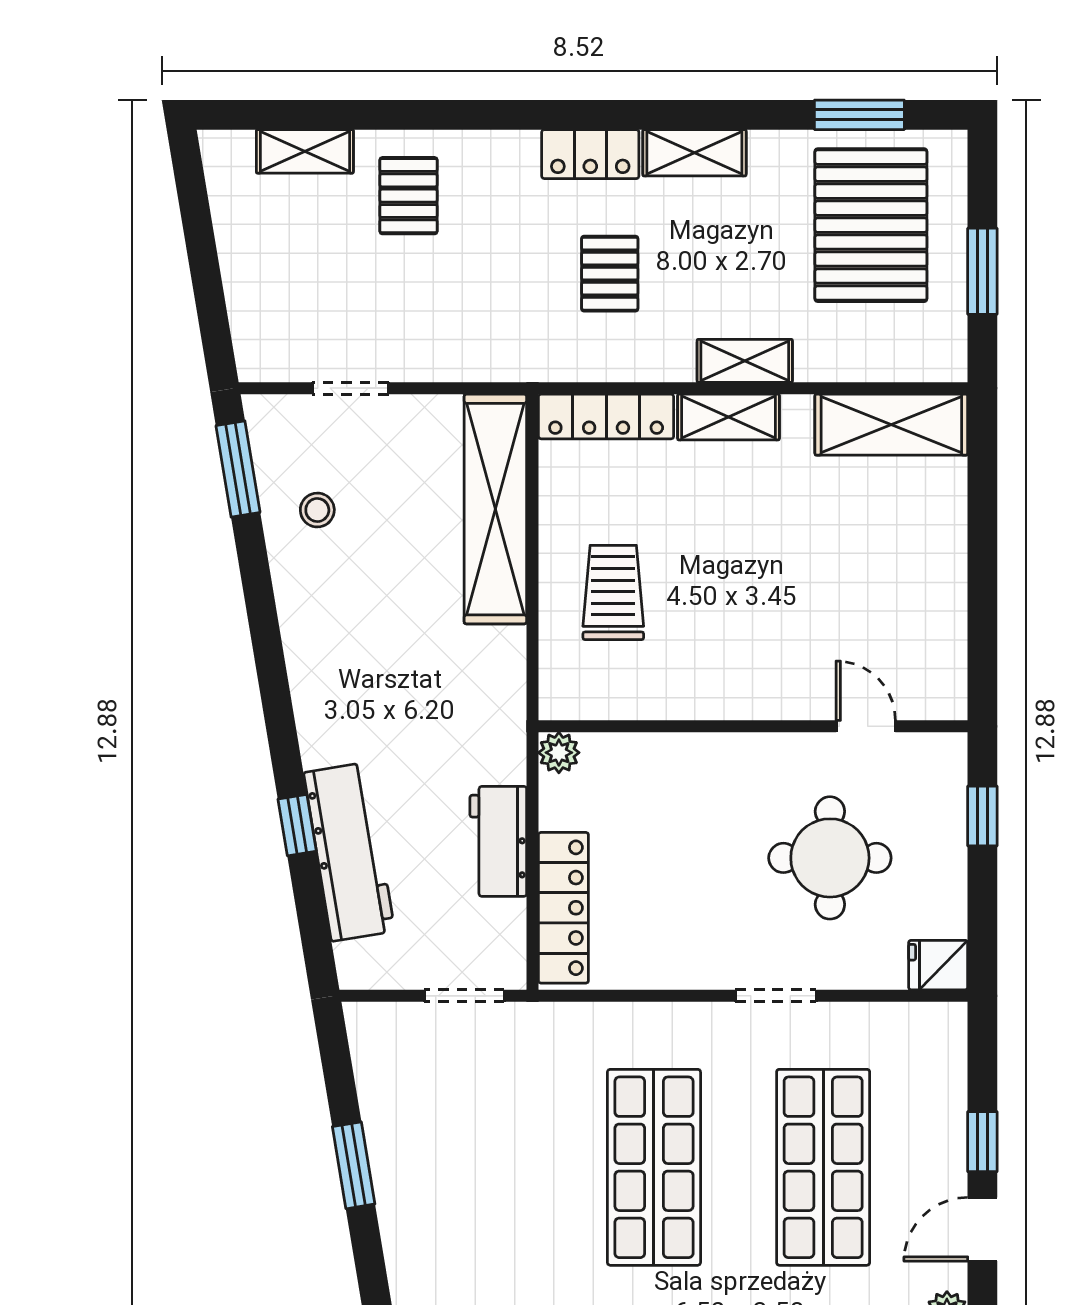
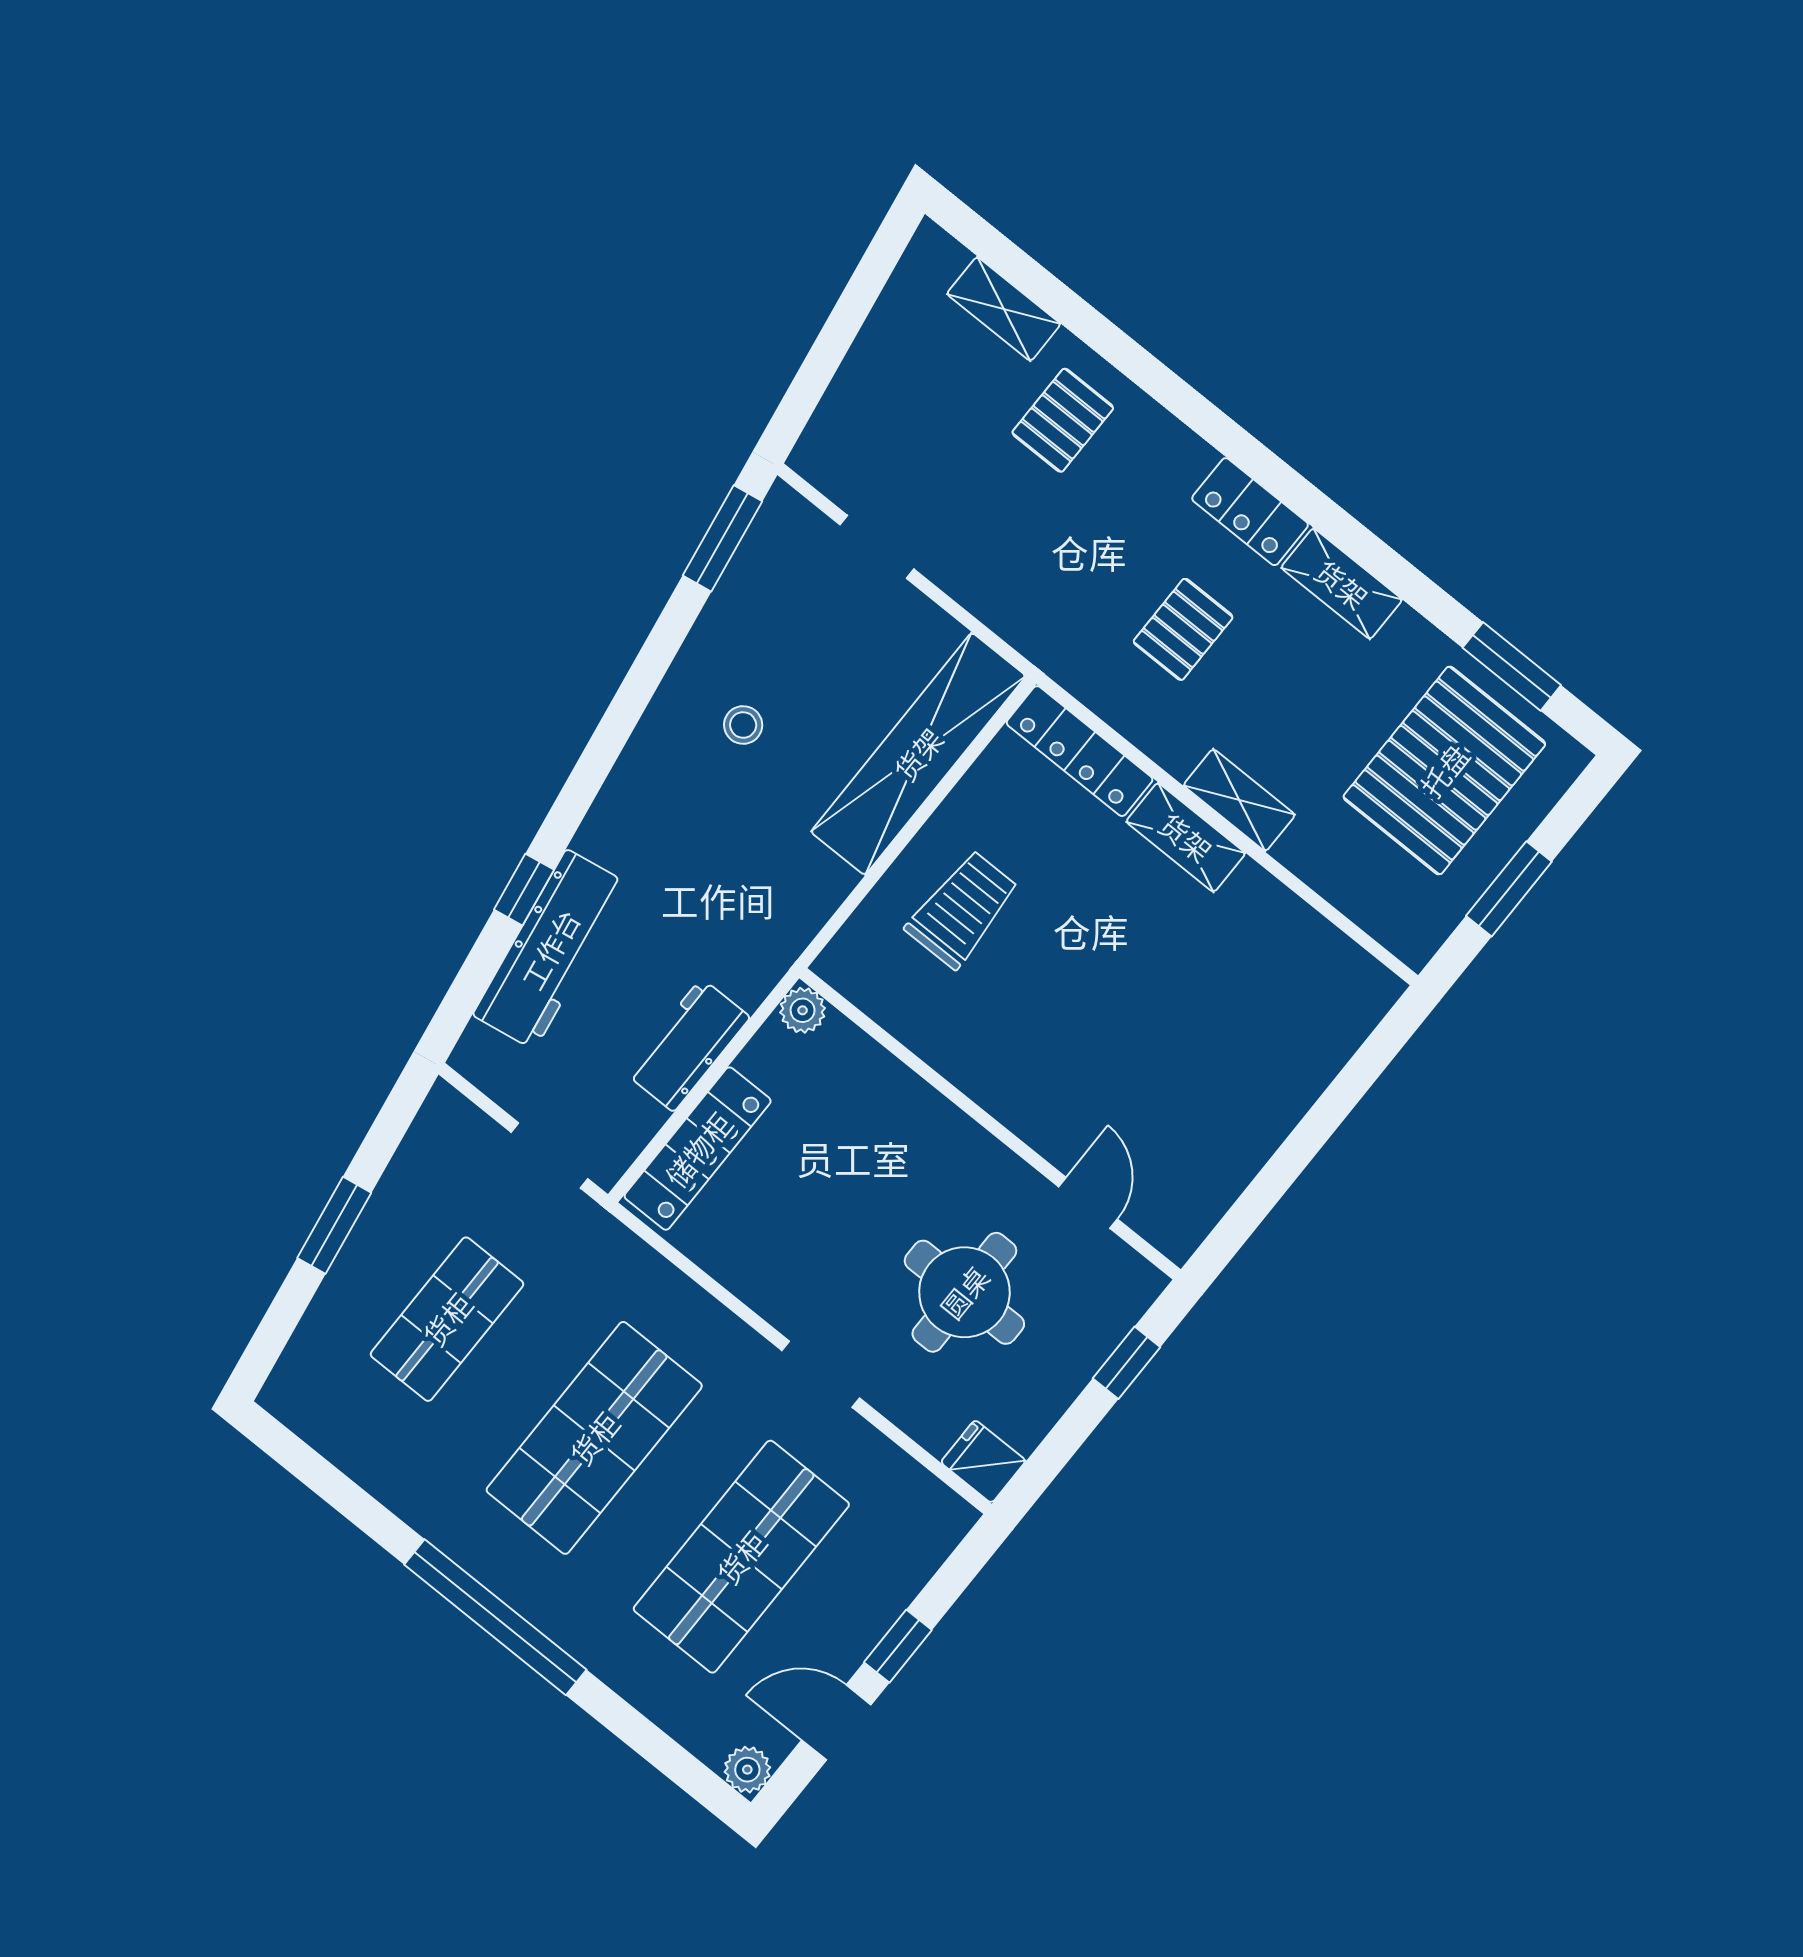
shelving: (891, 425) -> (1322, 958), removed
stool: (317, 510) -> (743, 725), moved
shop shelf: (485, 1167) -> (447, 1319), added

